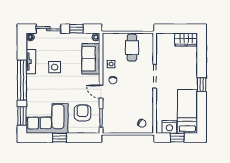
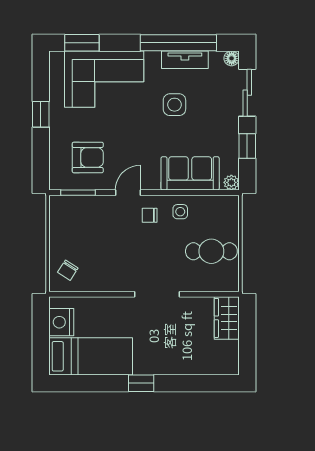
wardrobe: (186, 40) -> (227, 318), moved
window: (22, 80) -> (178, 43), moved
corner sofa: (47, 118) -> (104, 79), moved, turned 90
window: (177, 138) -> (41, 337), removed

